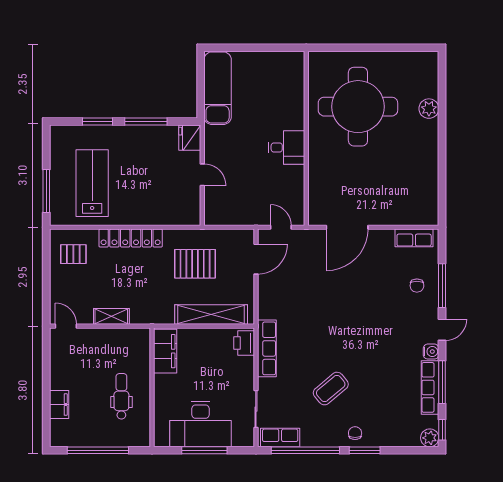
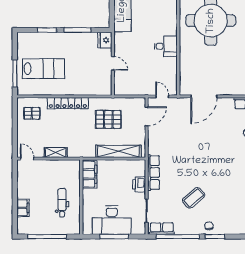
lab bench: (92, 183) -> (44, 69), turned 90
printer: (244, 343) -> (139, 184), moved

